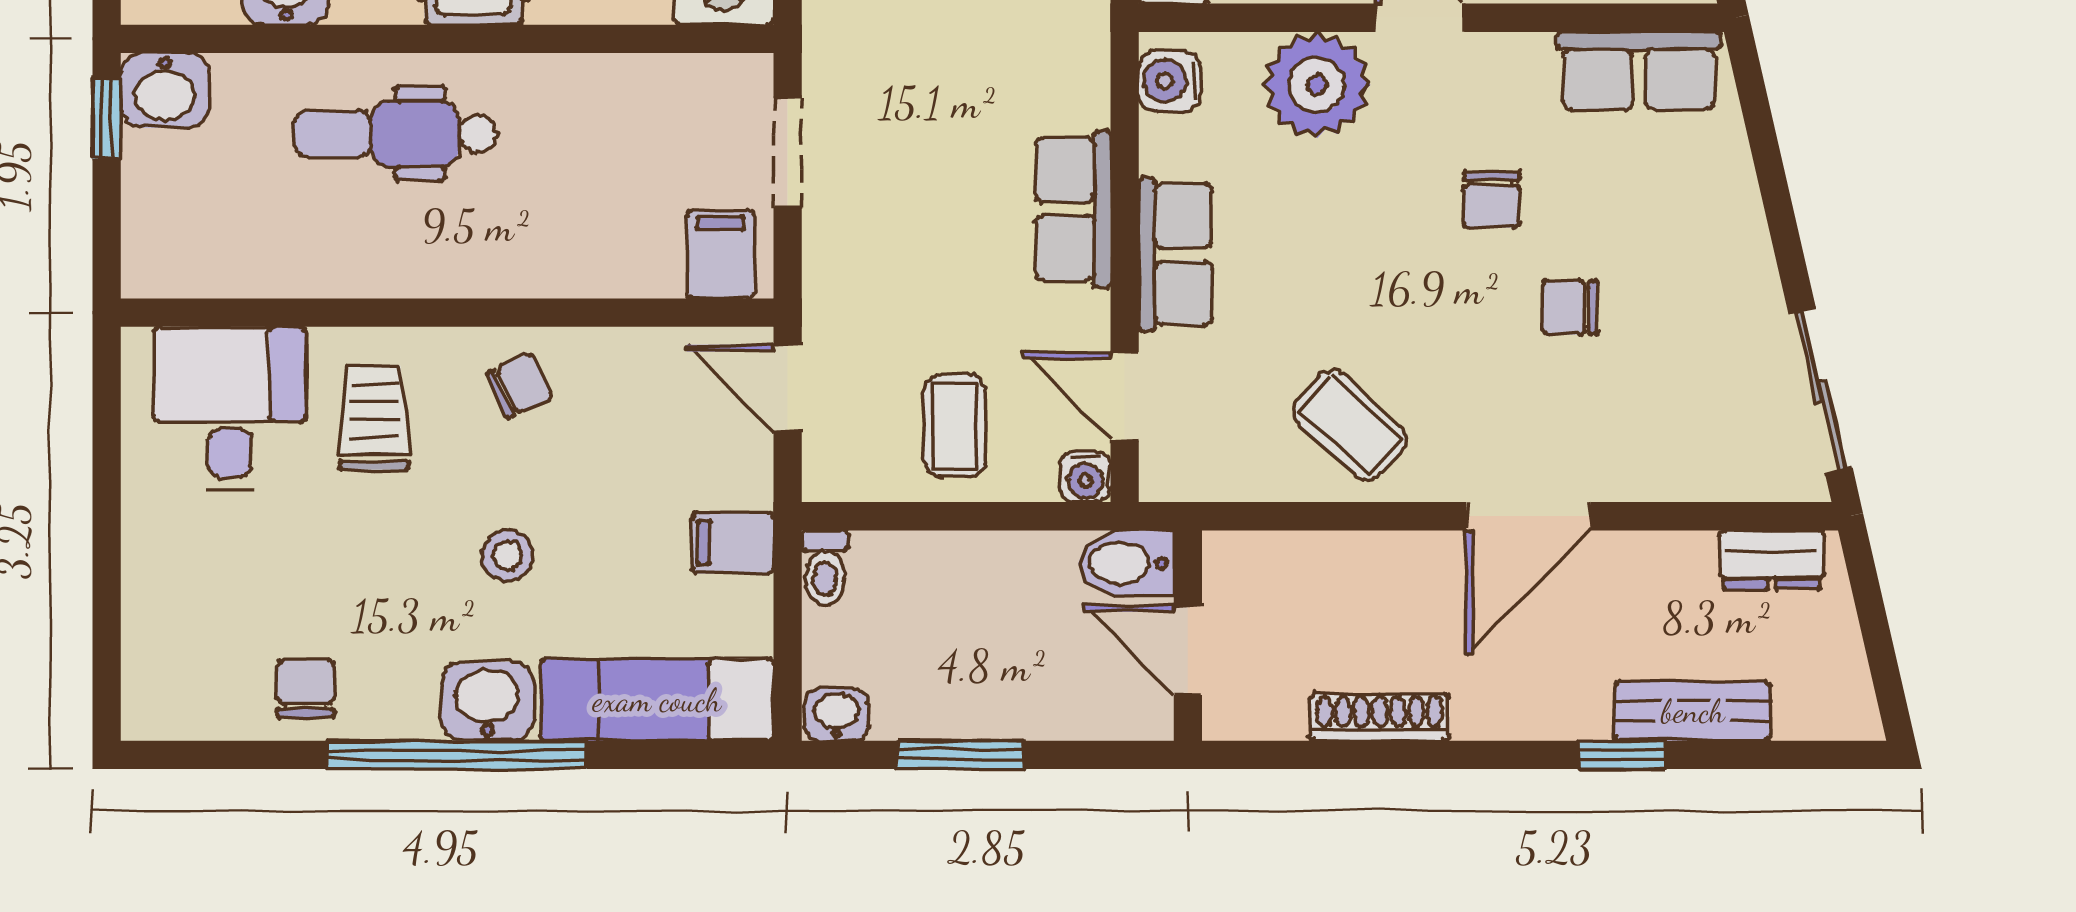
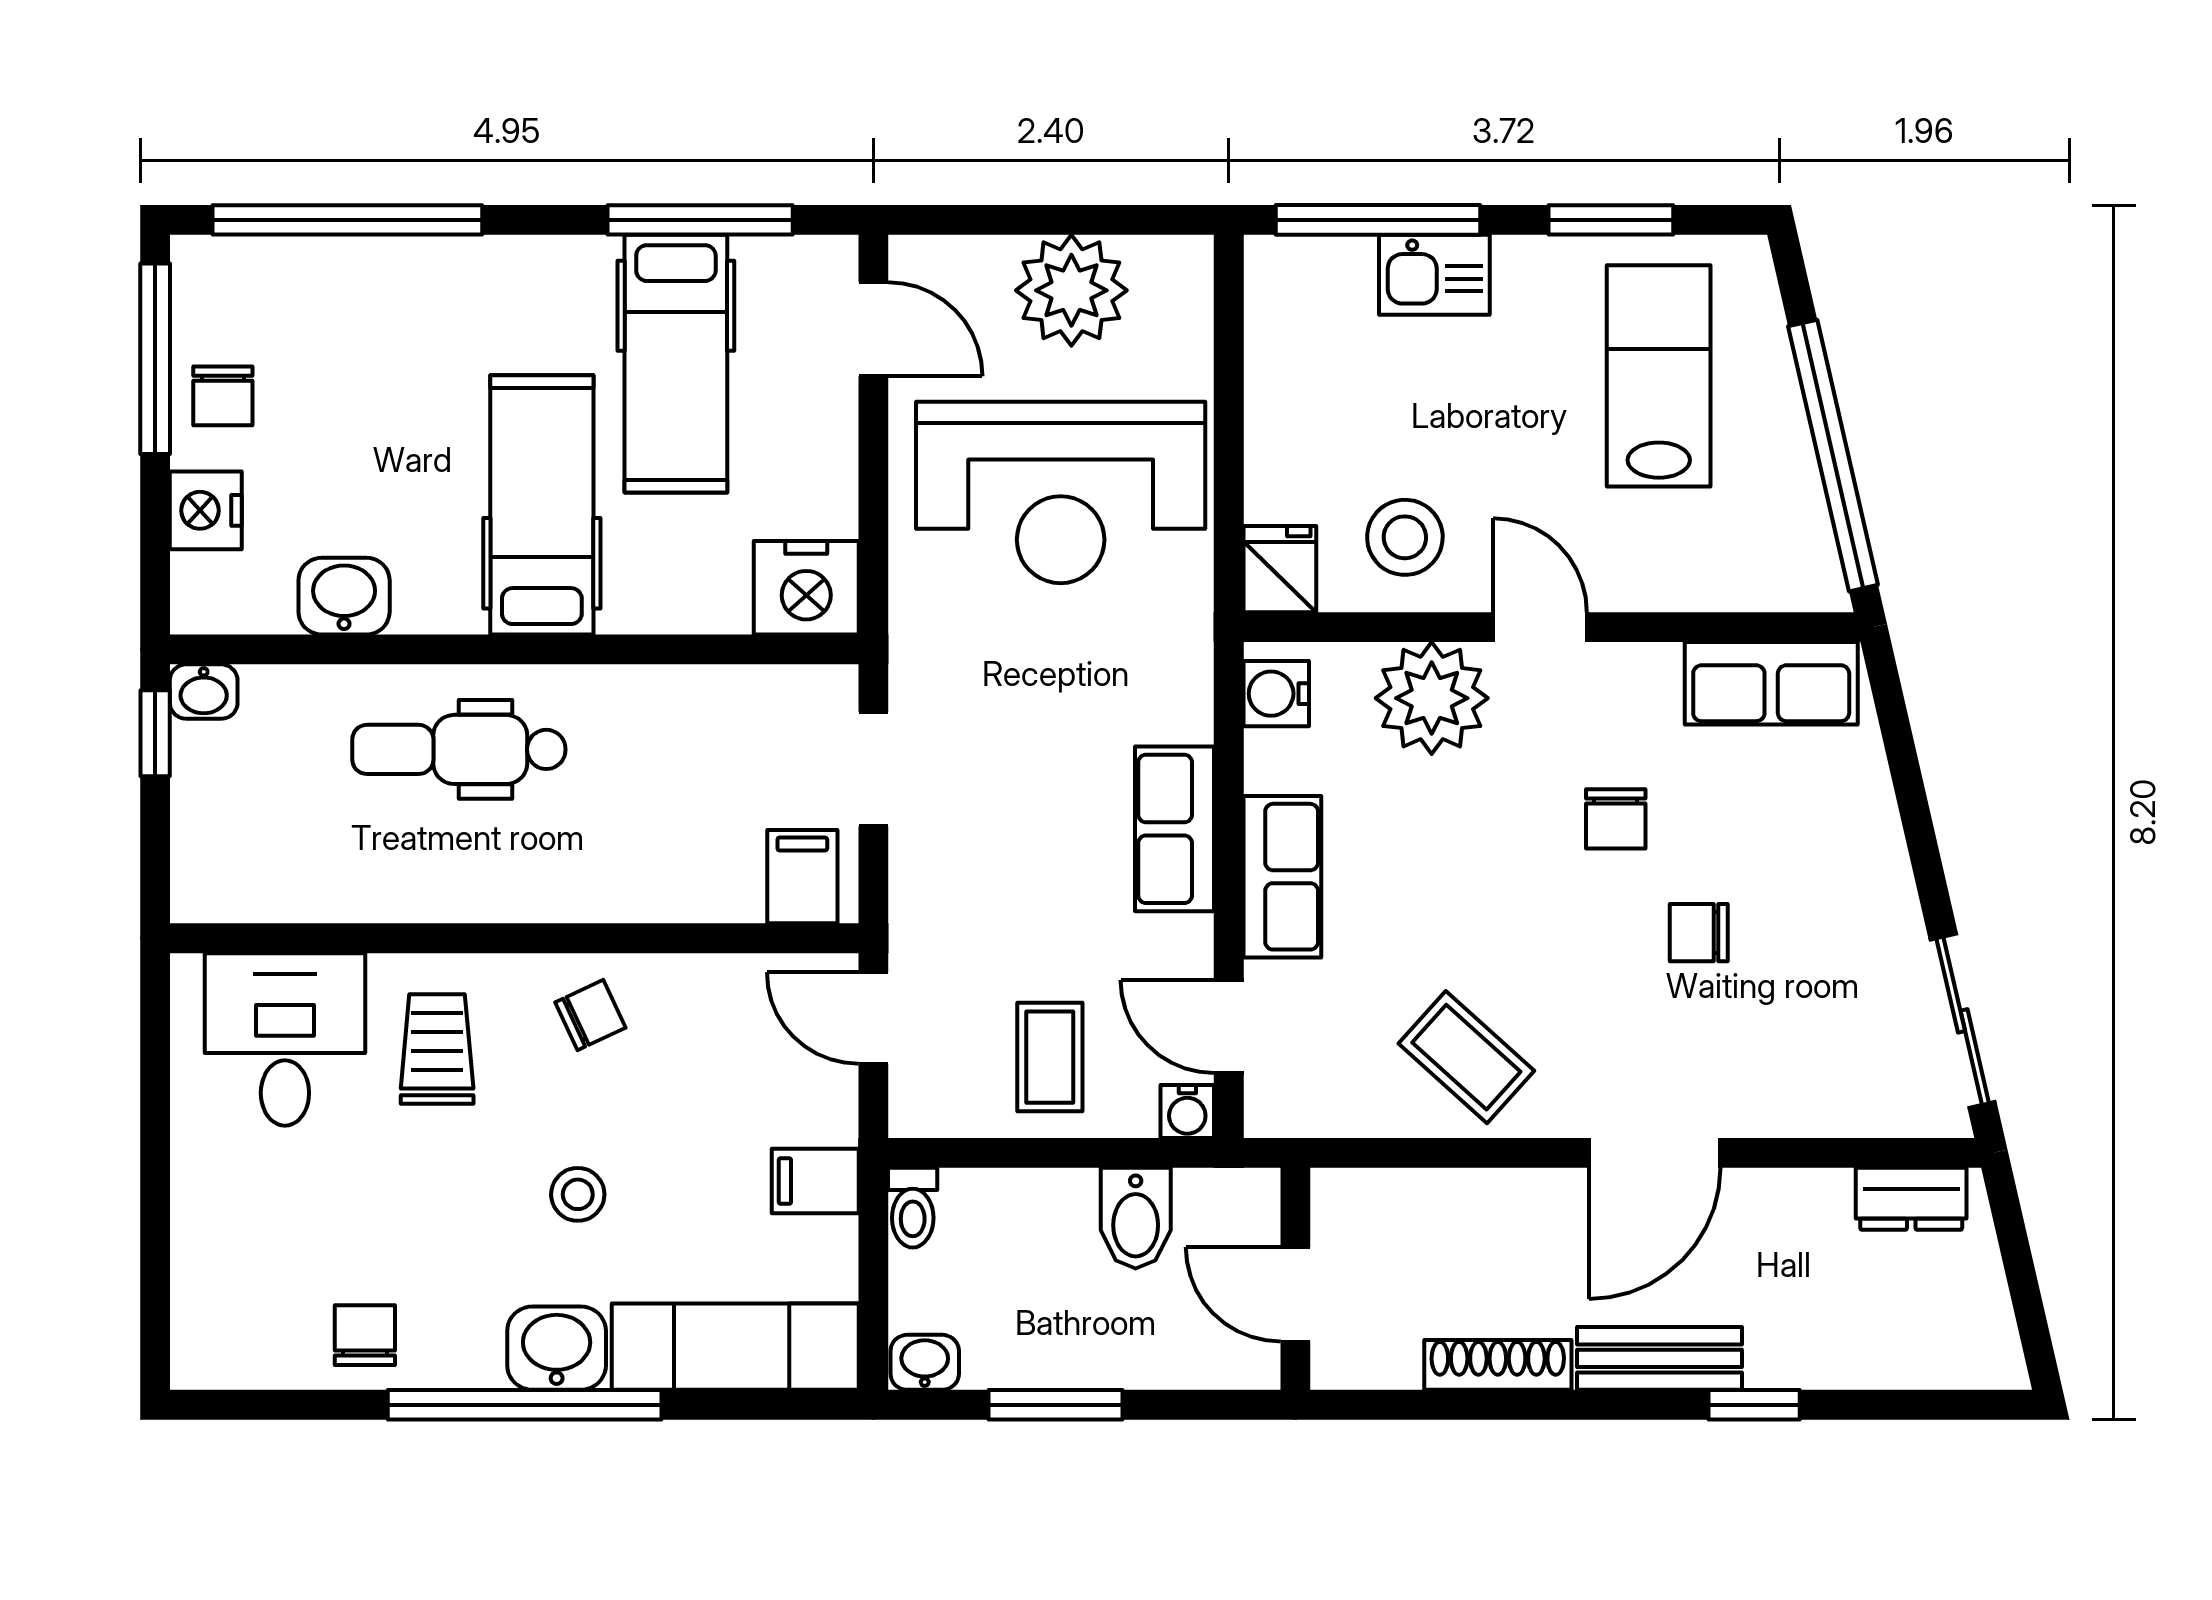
washbasin: (165, 90) -> (204, 692), width x0.72, depth x0.69
bidet: (1126, 563) -> (1136, 1218), moved, turned -90
bench: (1693, 711) -> (1660, 1358), moved

